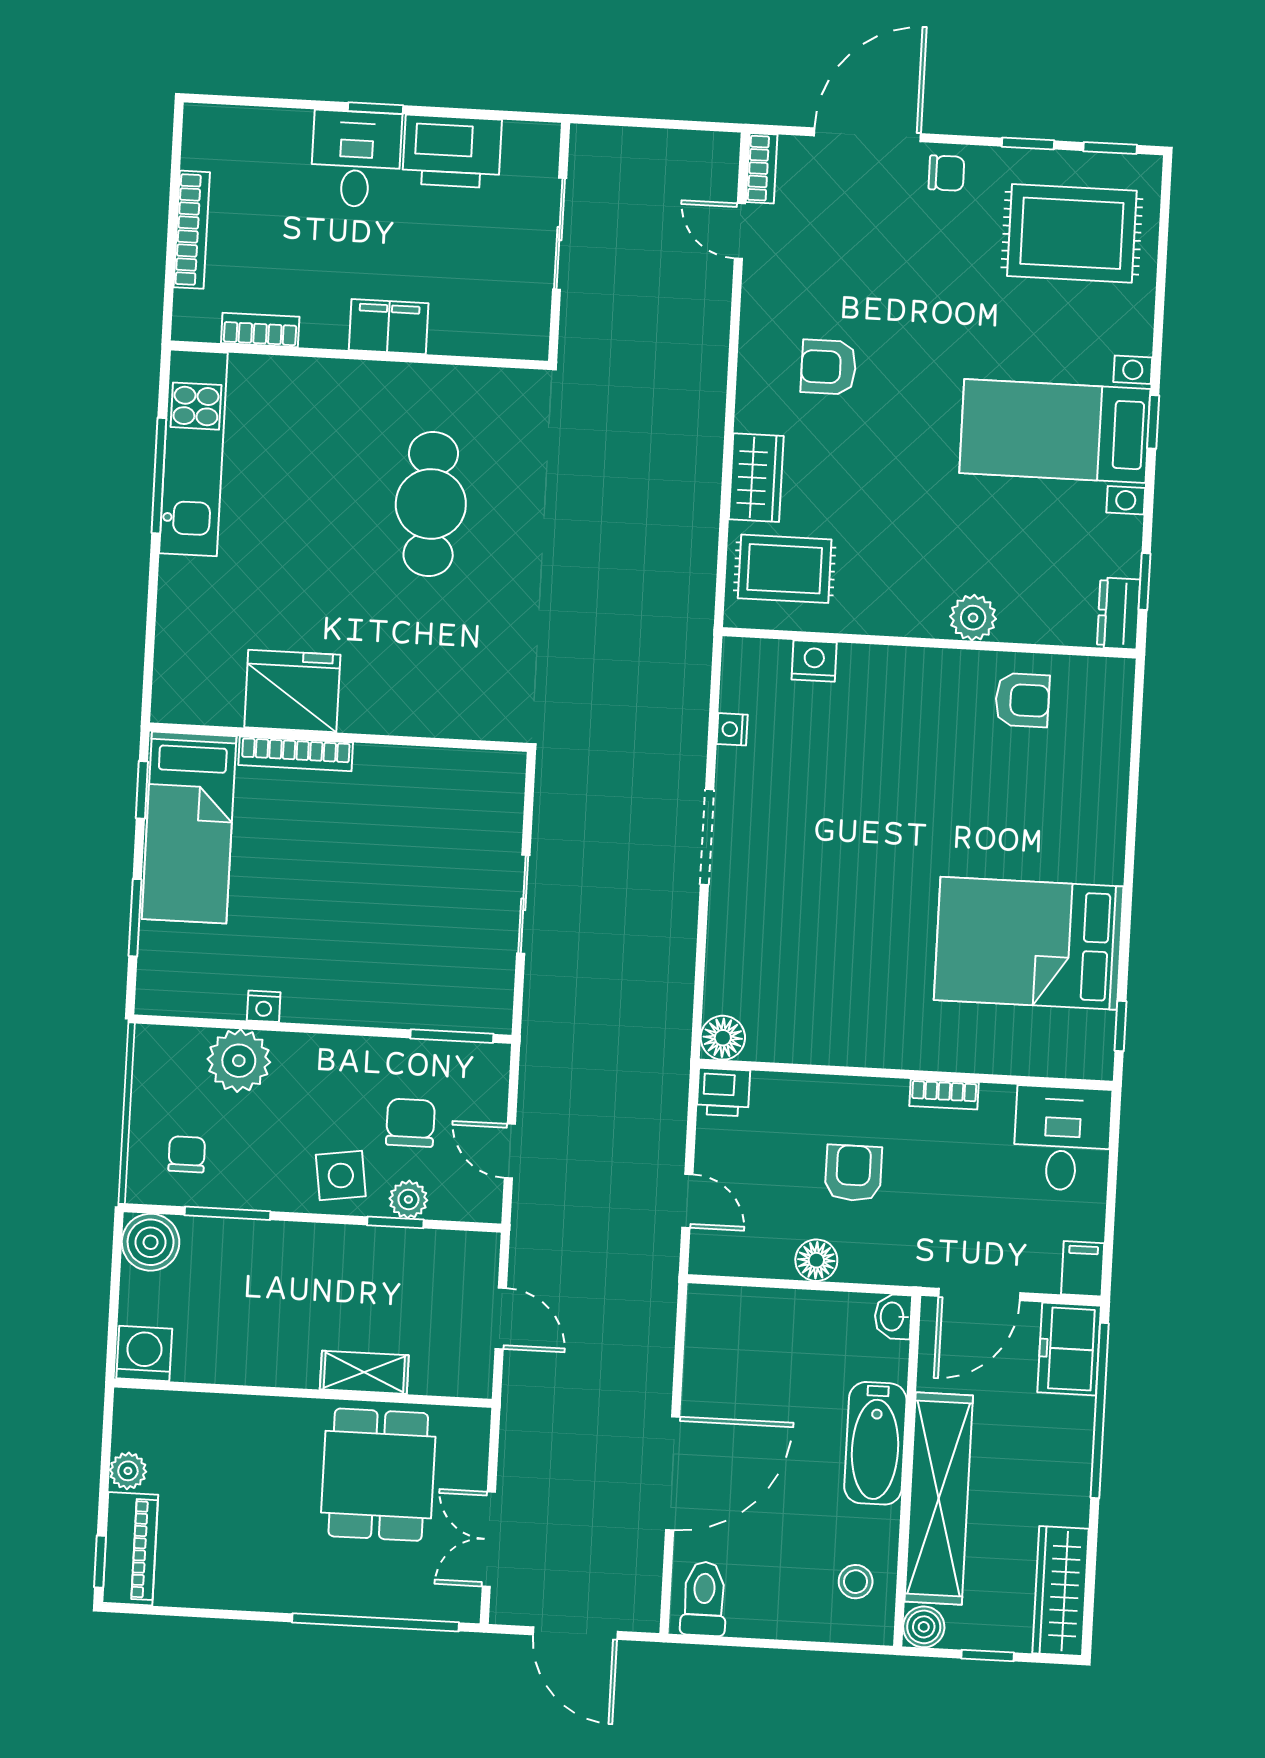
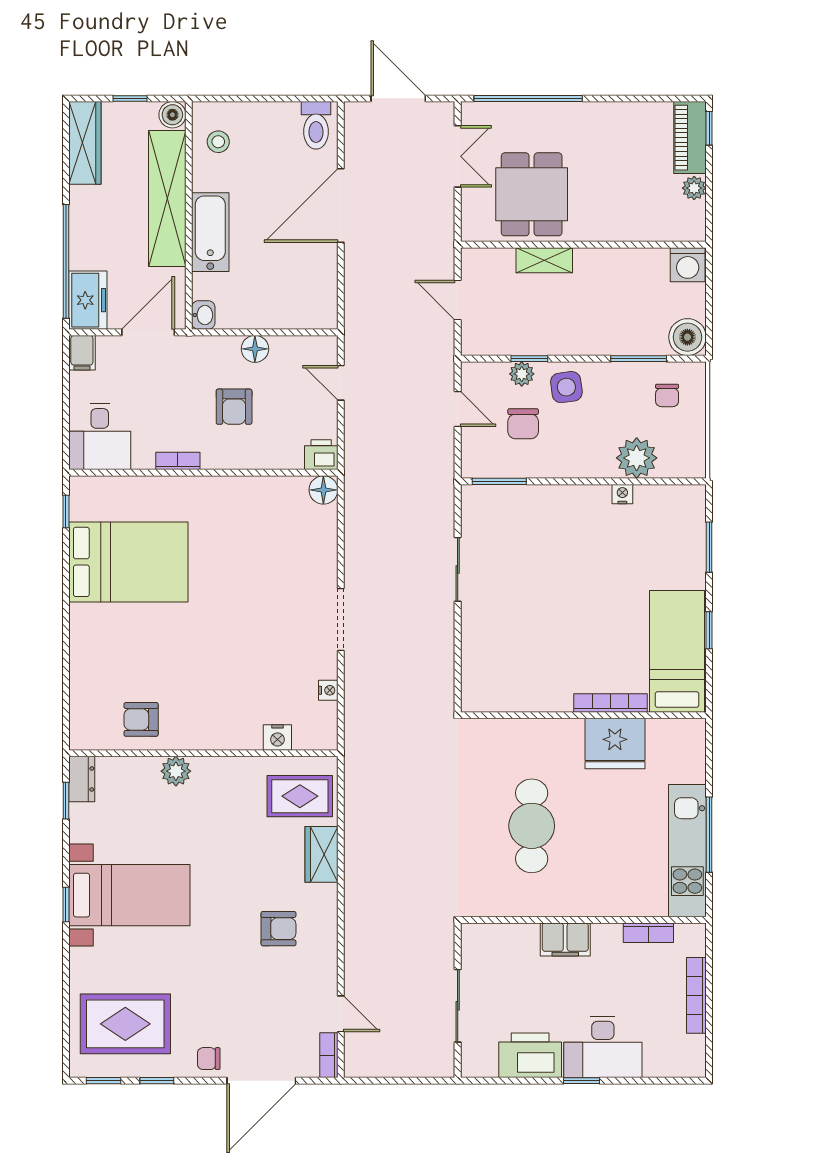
desk: (356, 159) -> (603, 1047), width x1.37
fridge: (292, 691) -> (615, 743), moved
wall: (338, 737) -> (583, 715), moved
bookcase: (296, 754) -> (611, 703), moved
bed: (189, 828) -> (677, 651), moved

